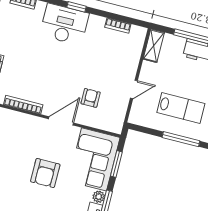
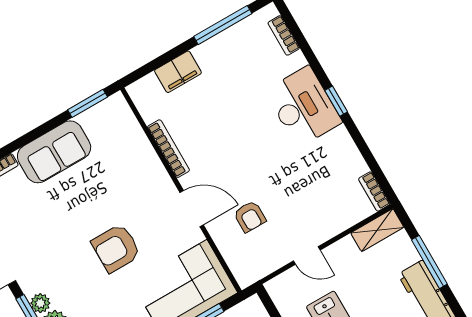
bookcase: (118, 26) -> (374, 191), moved
armchair: (91, 98) -> (250, 217), turned 90

